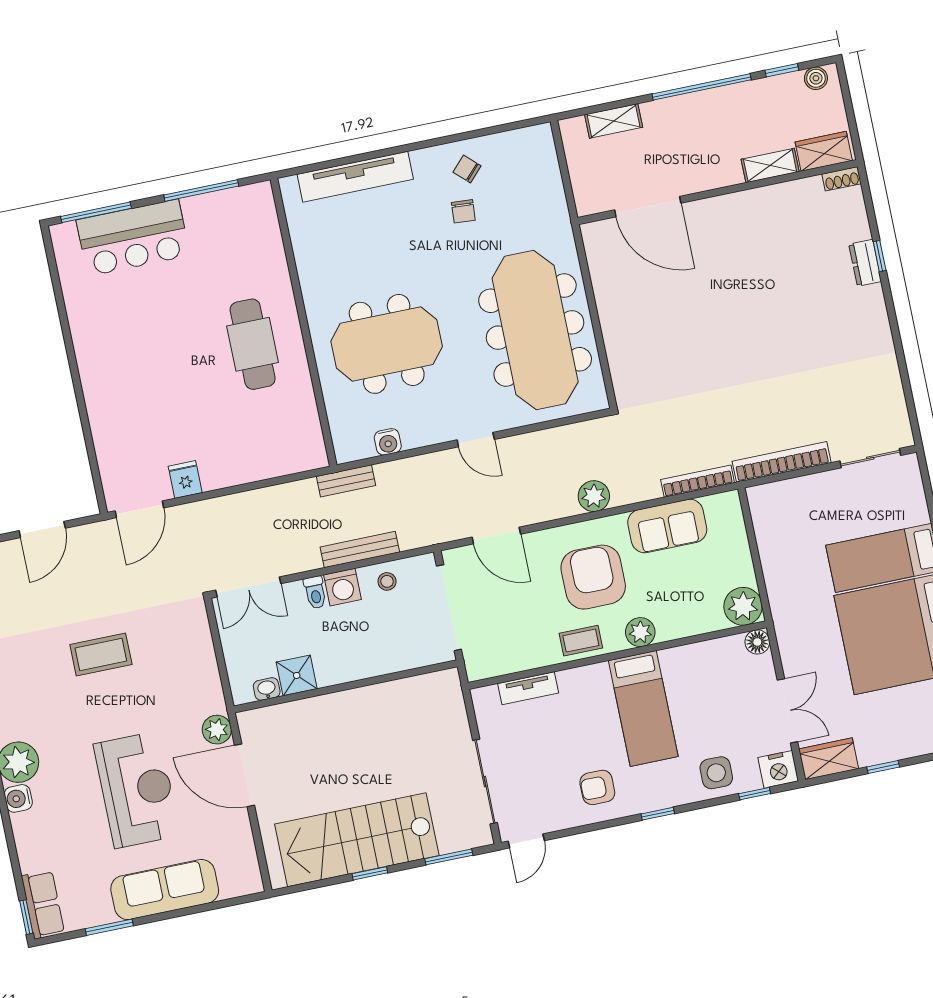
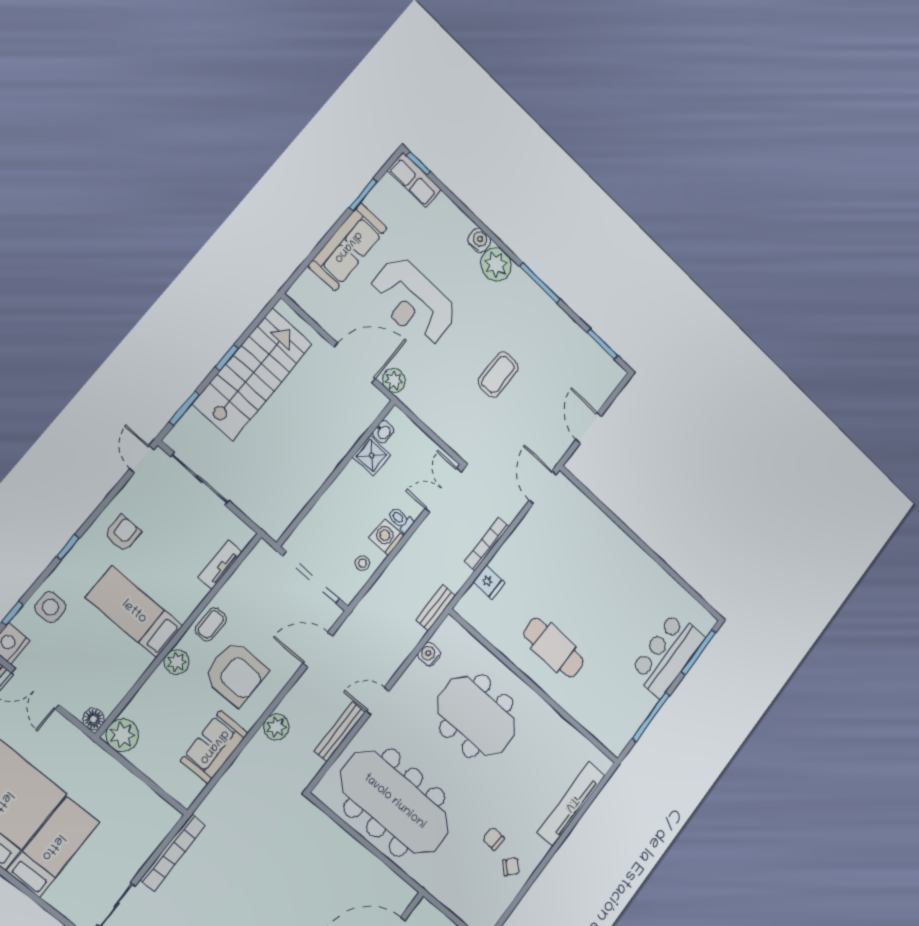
meeting table: (387, 344) -> (476, 716), turned 90
fridge: (185, 480) -> (489, 582), moved
bookcase: (698, 481) -> (487, 544), moved, turned 180
bench: (360, 550) -> (340, 731), moved

